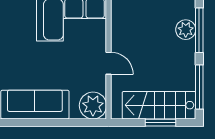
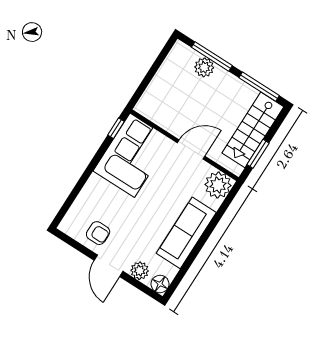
door: (109, 63) -> (191, 149), width x1.38
window: (160, 123) -> (258, 154), moved

